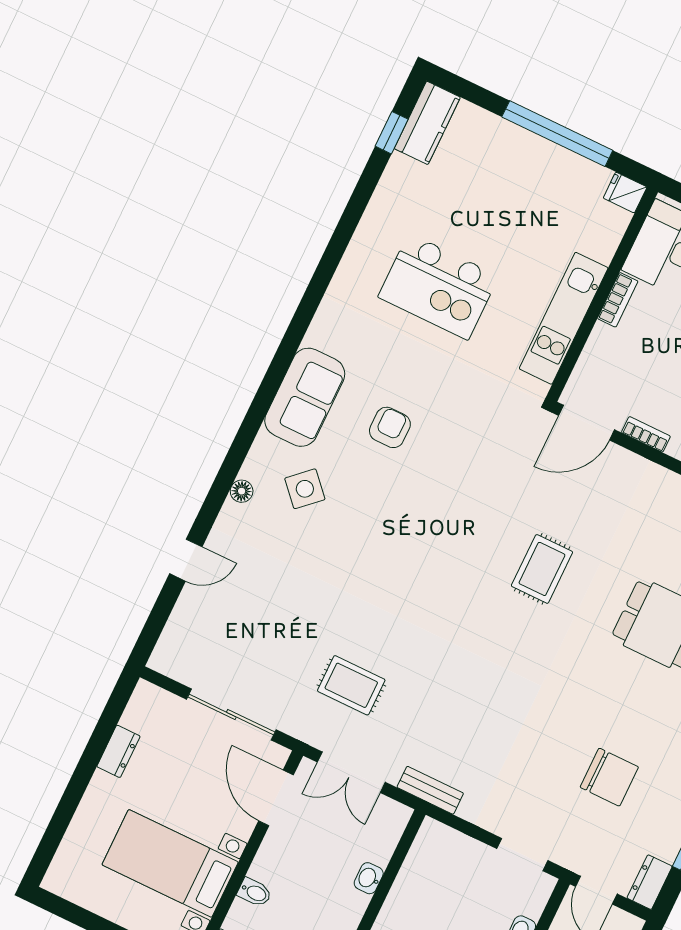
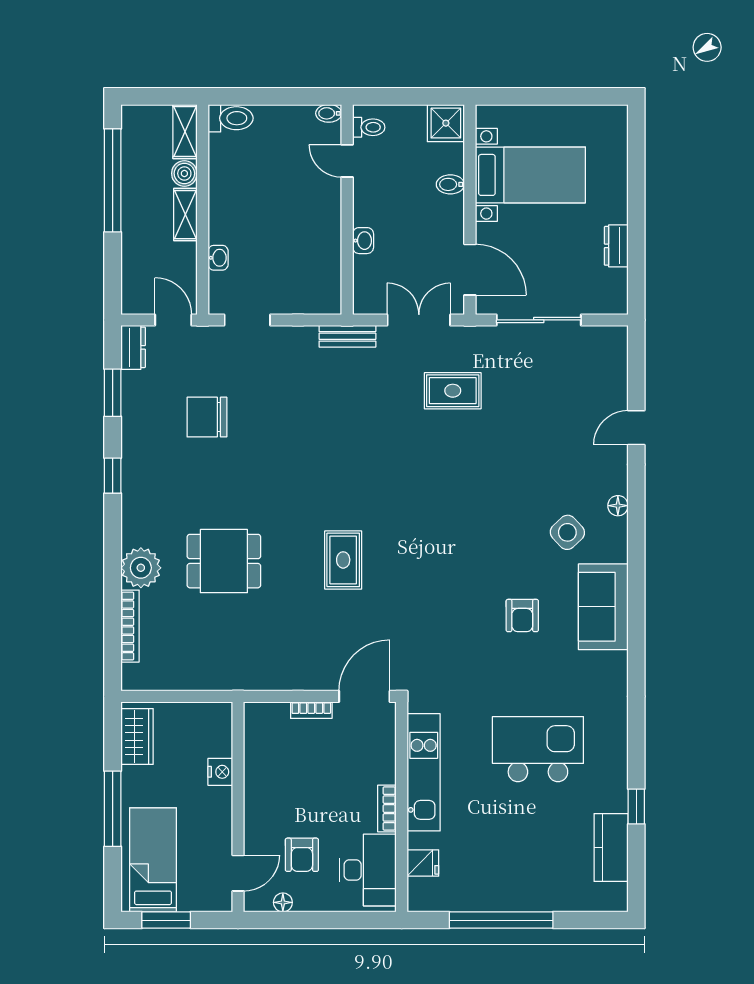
kitchen counter: (427, 123) -> (611, 848), moved
window: (392, 133) -> (636, 806), moved
fridge: (625, 193) -> (423, 863), moved

